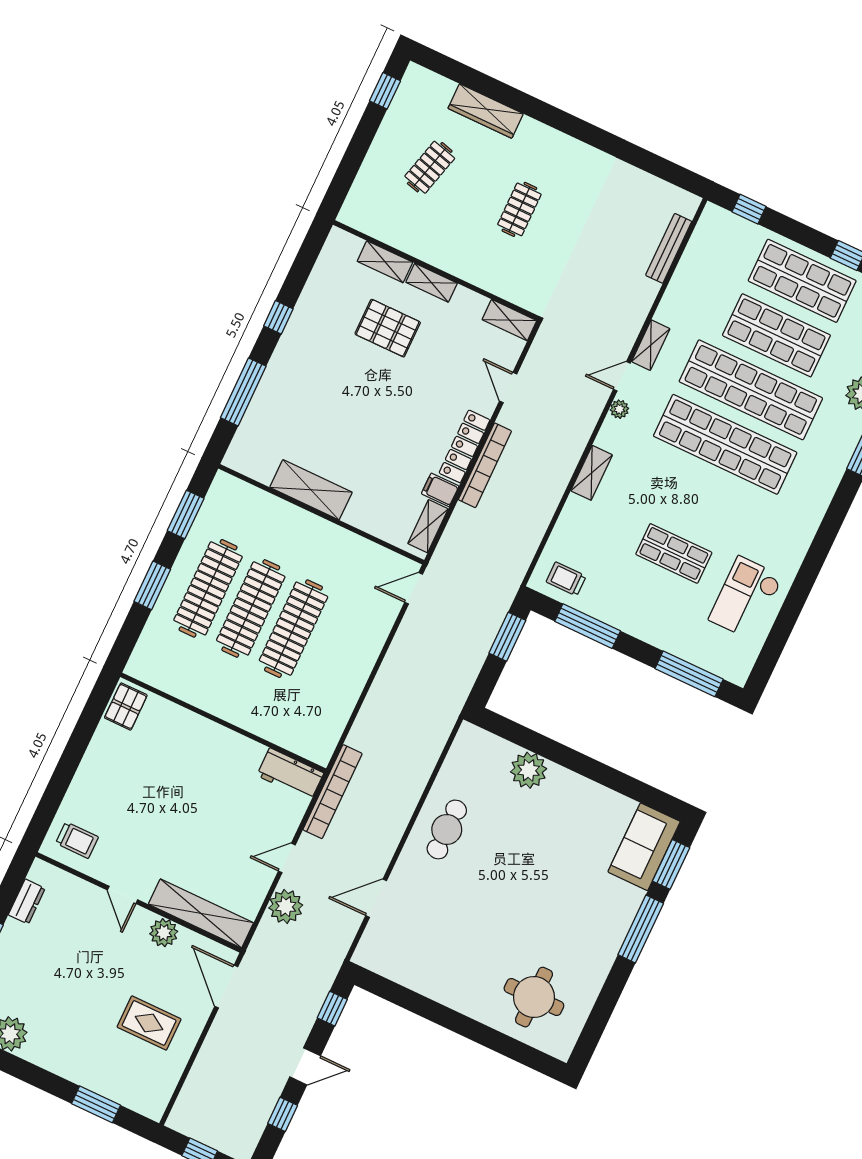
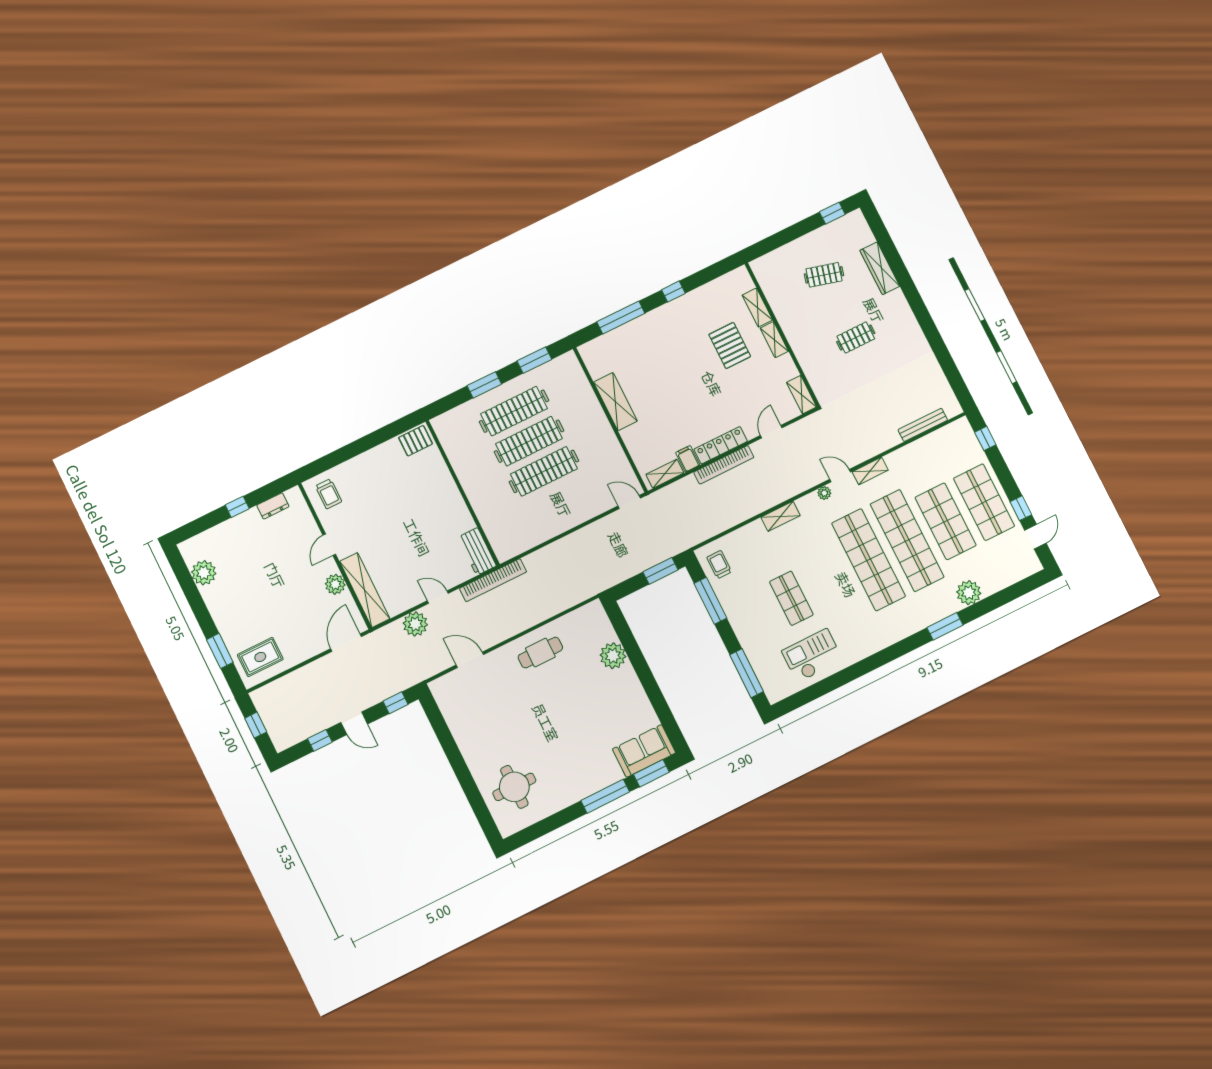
rug: (149, 1023) -> (260, 657), moved, turned 90

